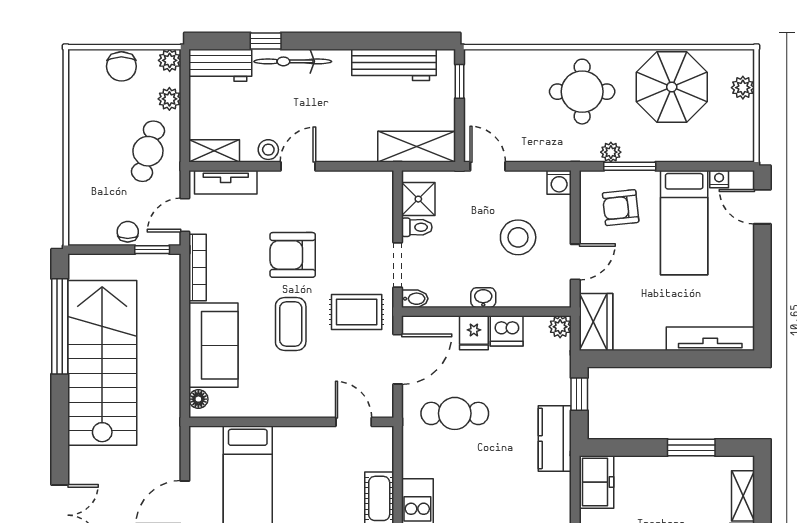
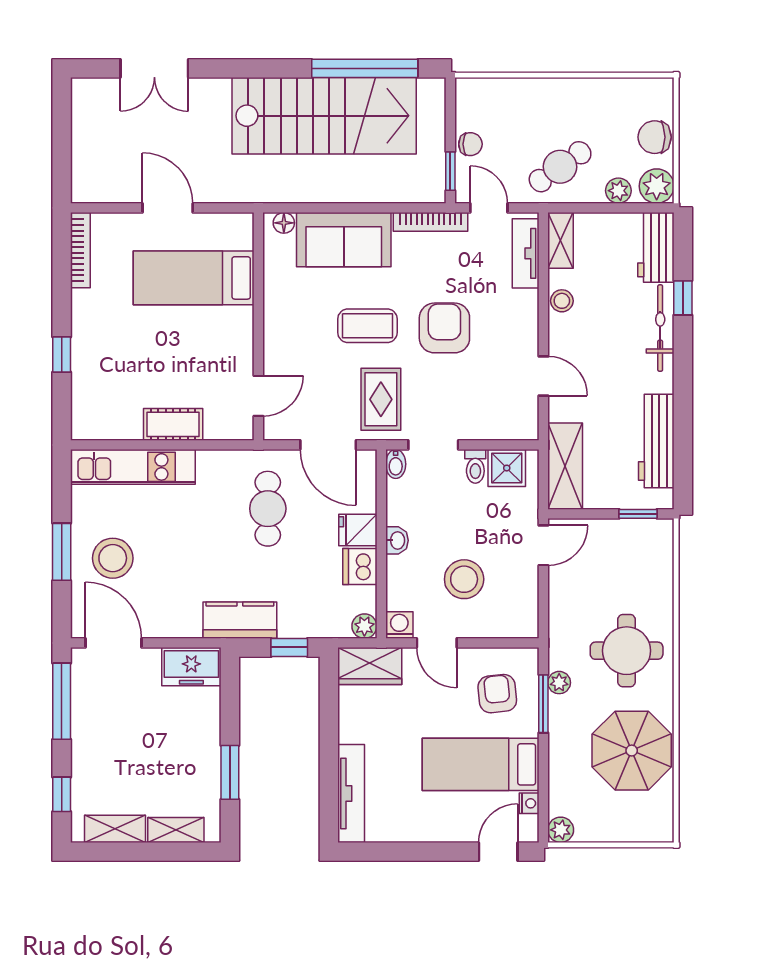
plant: (170, 60) -> (657, 186), width x1.38, depth x1.38
plant: (743, 88) -> (561, 830), moved
cafe table: (148, 151) -> (560, 167), turned -51
door: (298, 166) -> (543, 376), moved
washing machine: (559, 182) -> (399, 625), moved, turned 90

